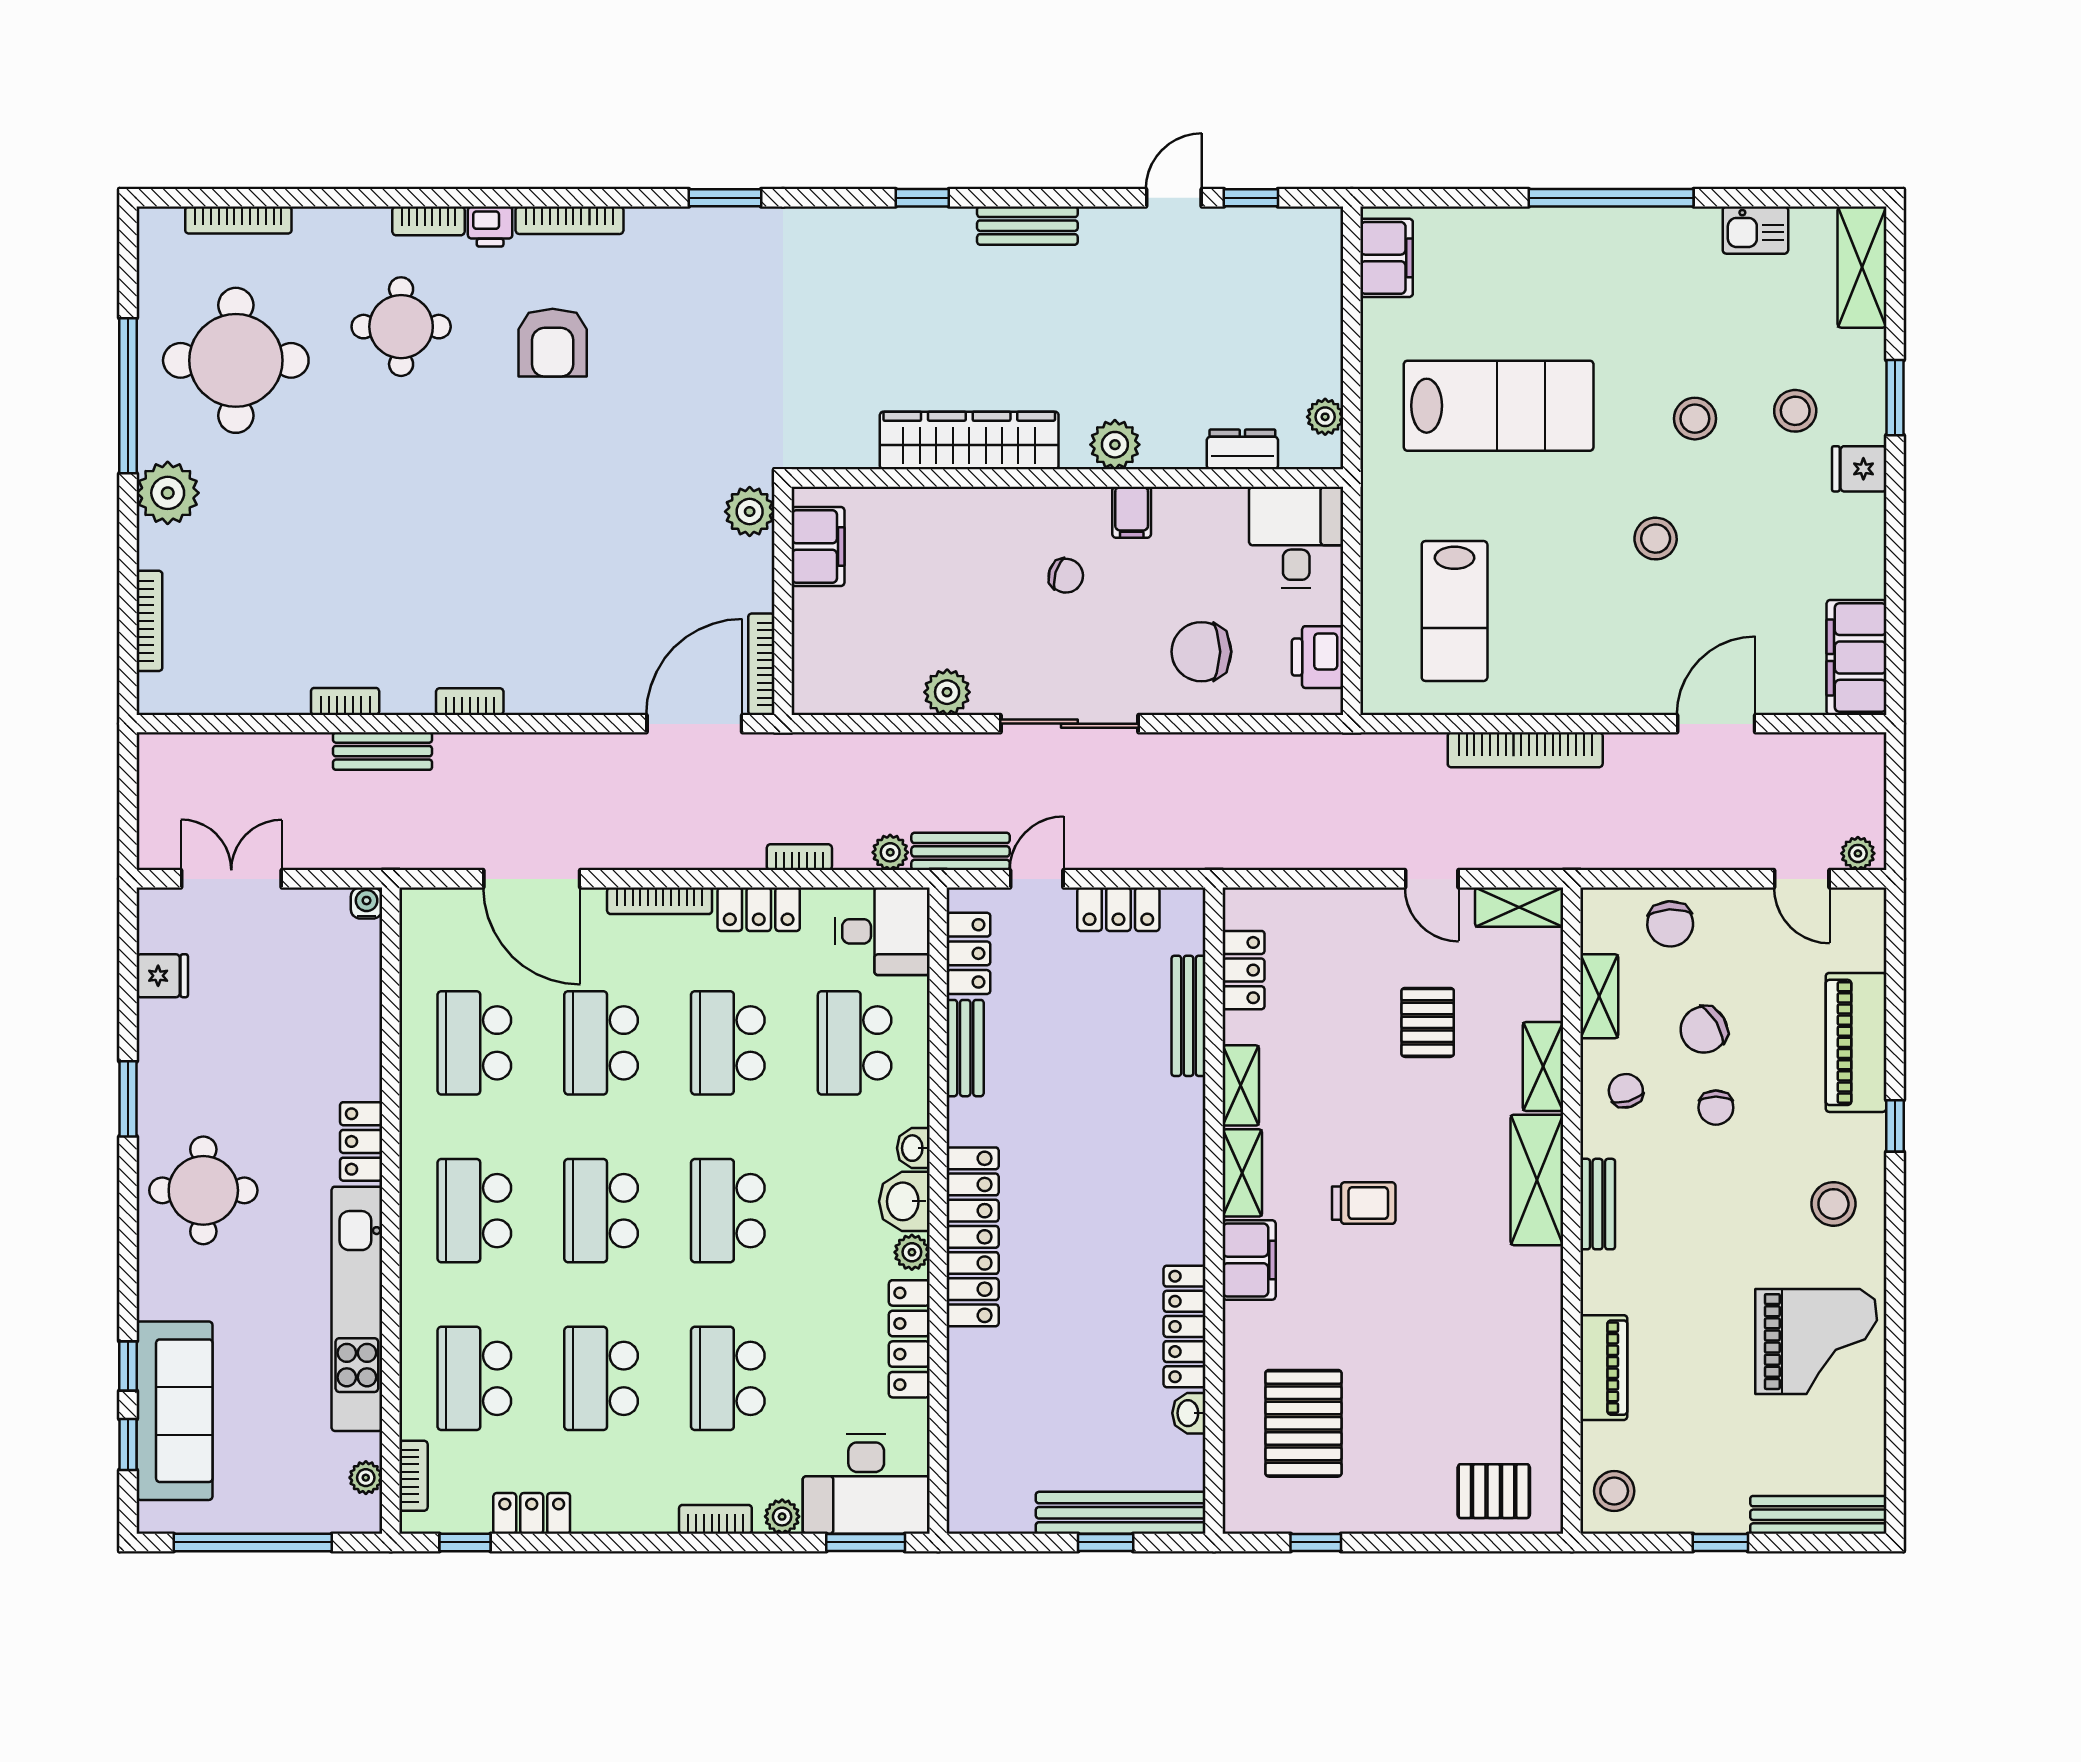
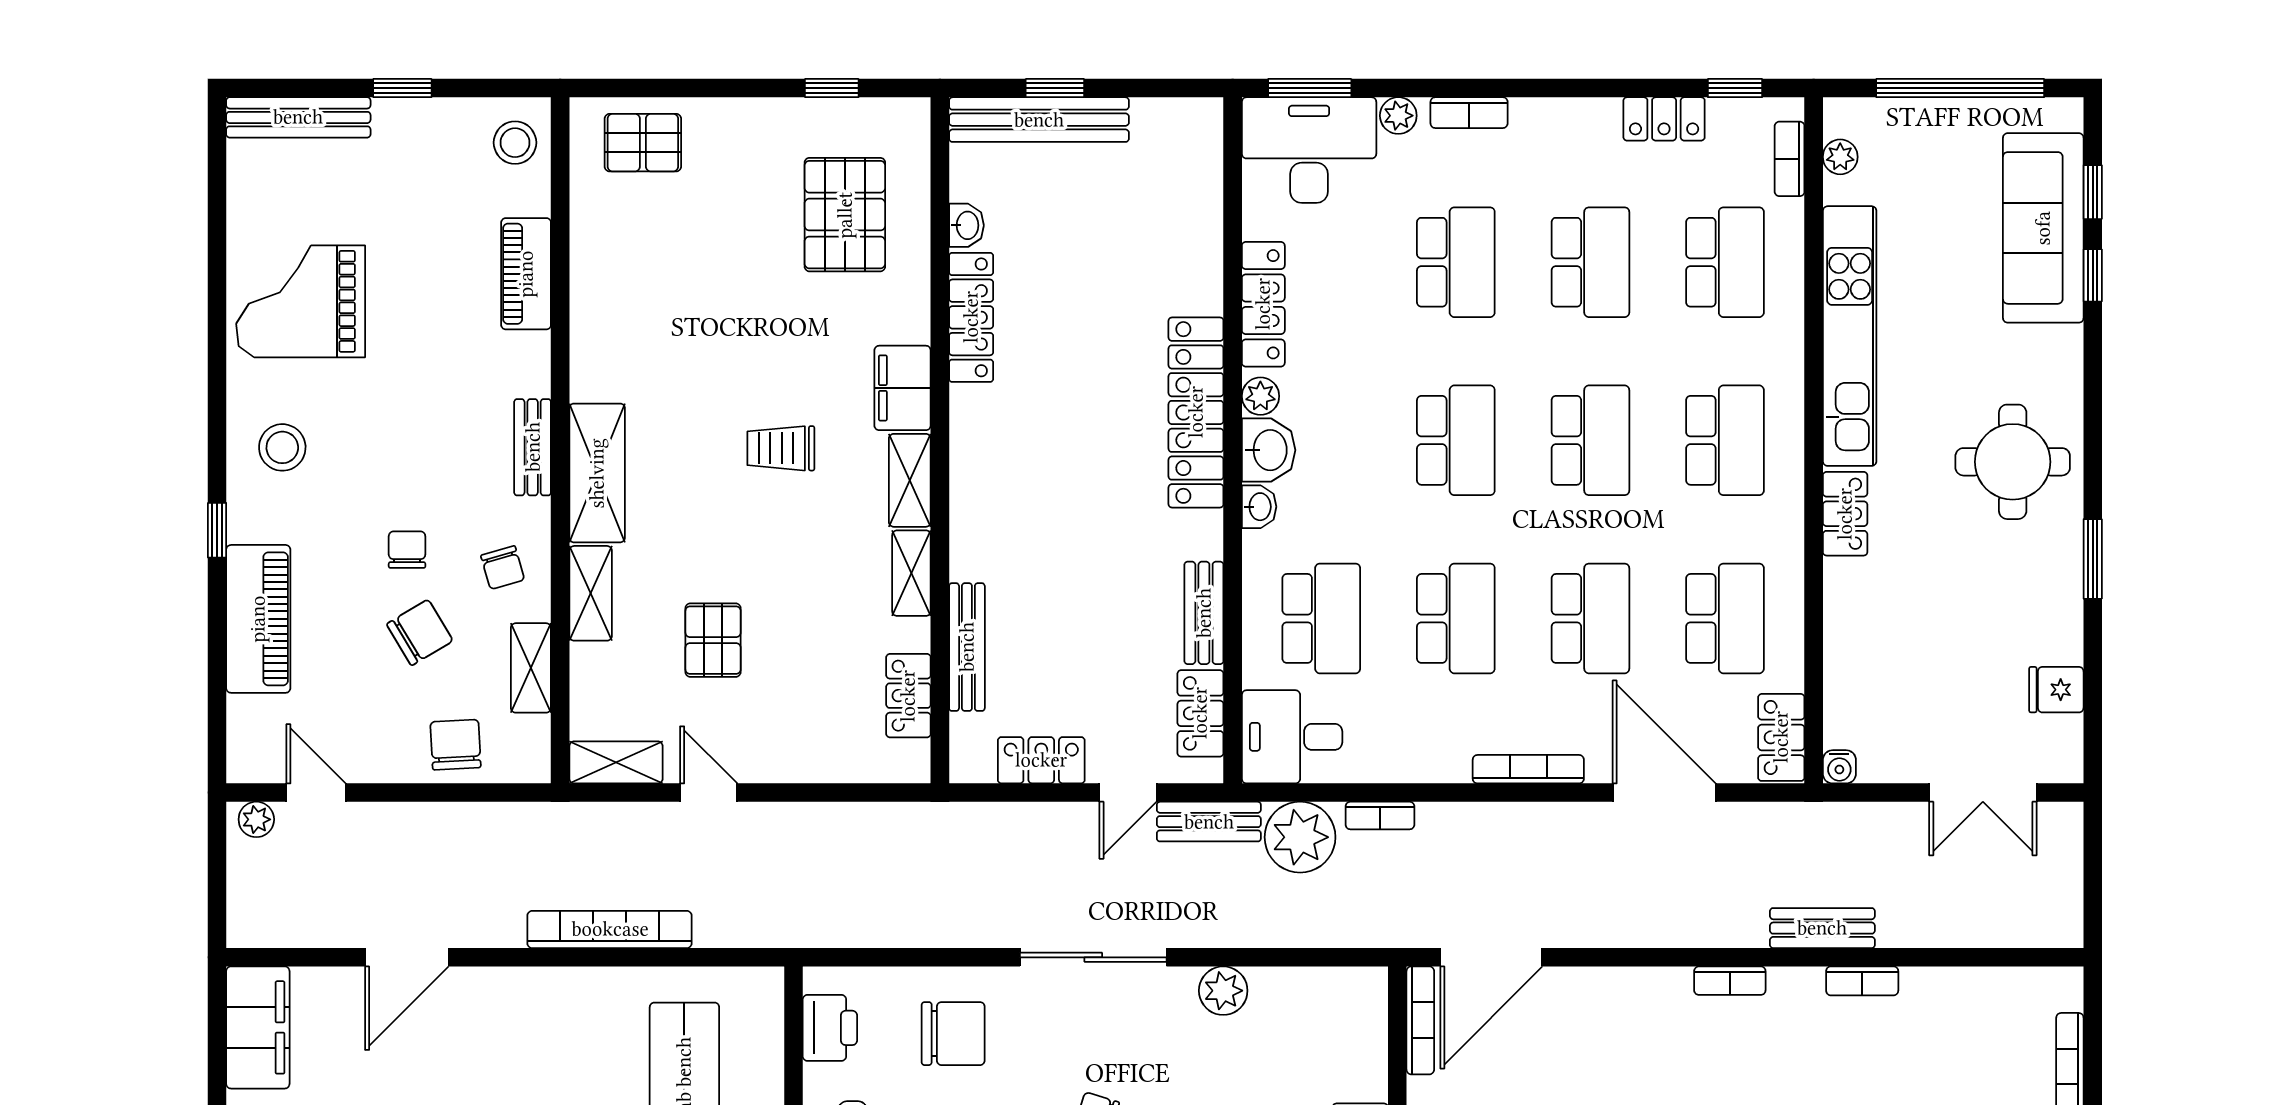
plant: (890, 852) -> (1300, 837), width x1.88, depth x1.88
locker: (759, 909) -> (1781, 737), moved, turned -90

